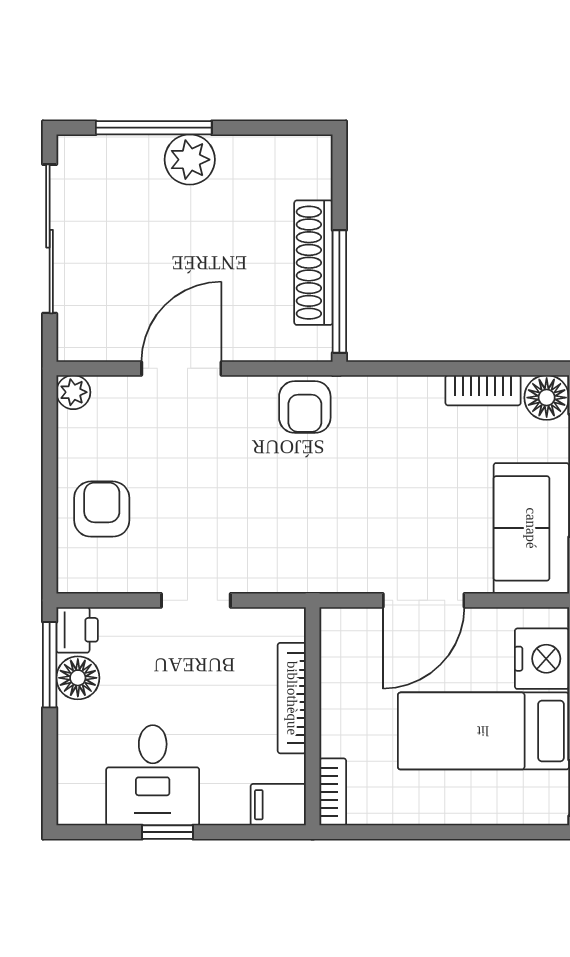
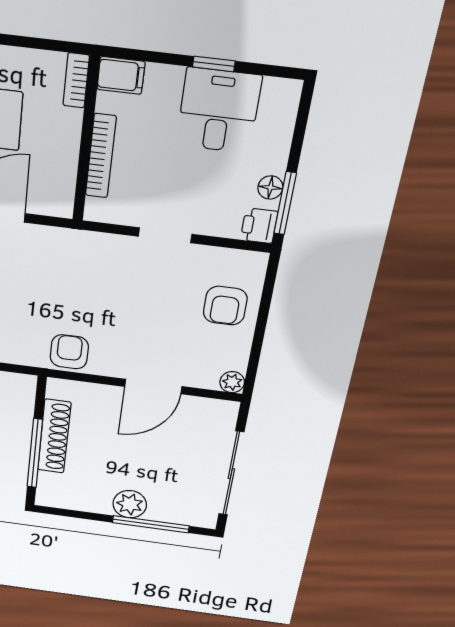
window: (339, 292) -> (35, 453), moved
floor lamp: (78, 678) -> (270, 187), width x0.73, depth x0.73

